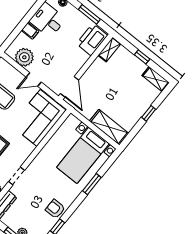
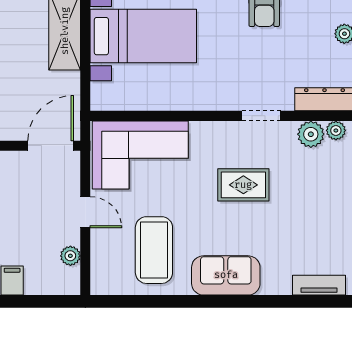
plant: (24, 57) -> (70, 256), width x0.53, depth x0.53

